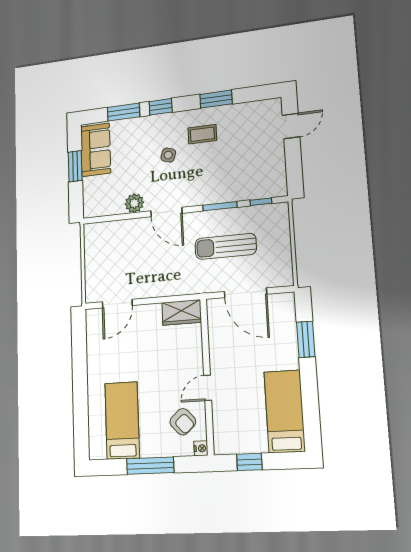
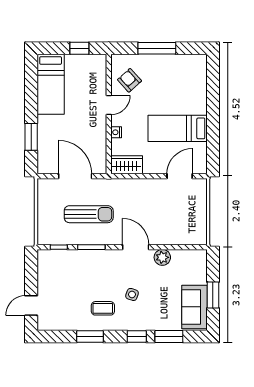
bed: (122, 420) -> (178, 128), moved, turned 90
nightstand: (201, 448) -> (116, 132), moved

